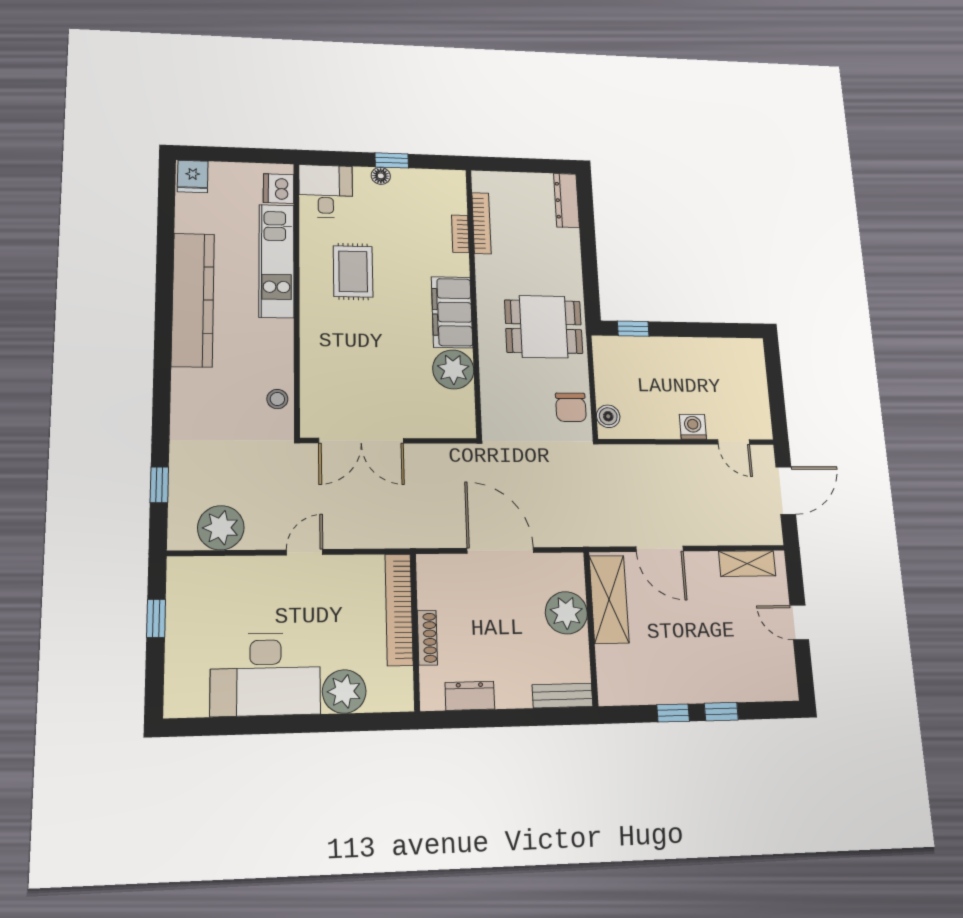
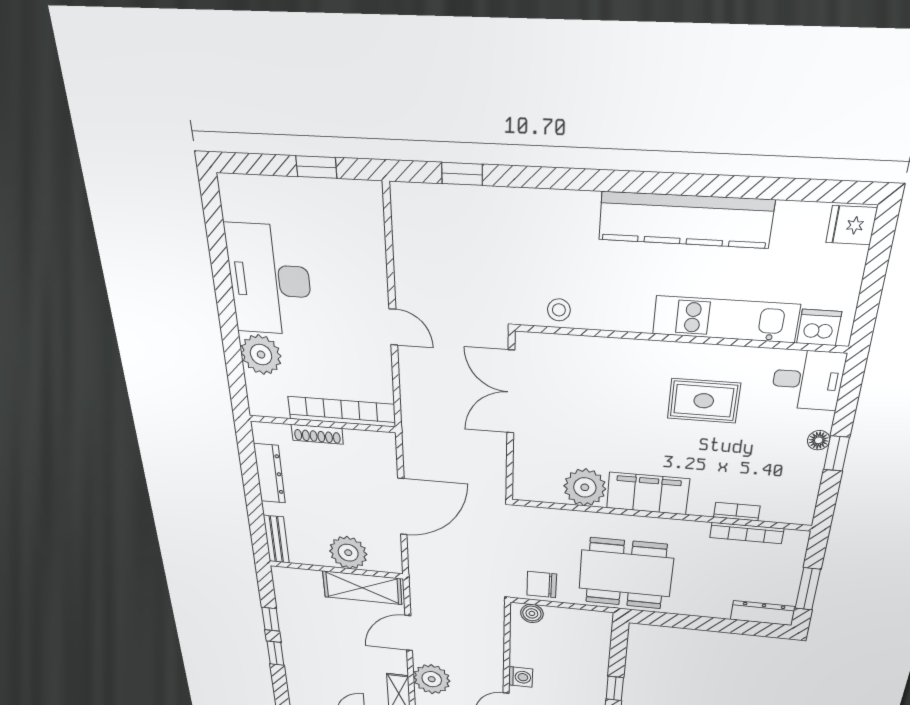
window: (533, 166) -> (808, 589), added
dining table: (544, 327) -> (626, 573), width x1.38
window: (633, 329) -> (615, 688), moved
plant: (221, 528) -> (432, 679), moved
dresser: (470, 696) -> (269, 473), width x1.44

